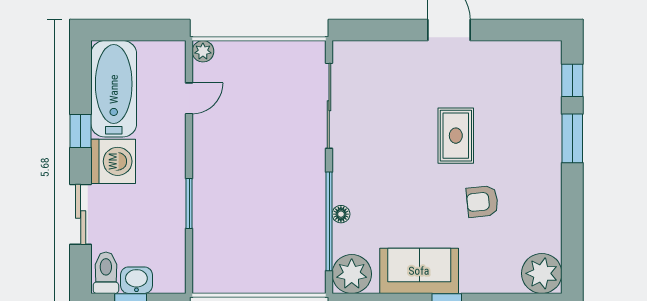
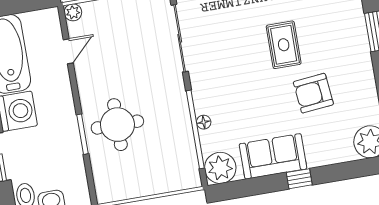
round table: (234, 199) -> (117, 125), added
armchair: (482, 202) -> (313, 93), width x1.38, depth x1.38

